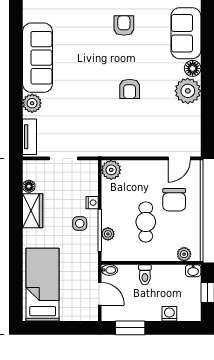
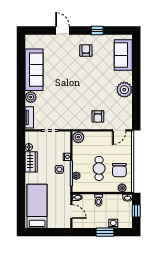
floor lamp: (193, 68) -> (127, 76), removed
armchair: (130, 89) -> (98, 116), moved
chair: (174, 200) -> (119, 170), moved
window: (130, 328) -> (105, 232), moved

